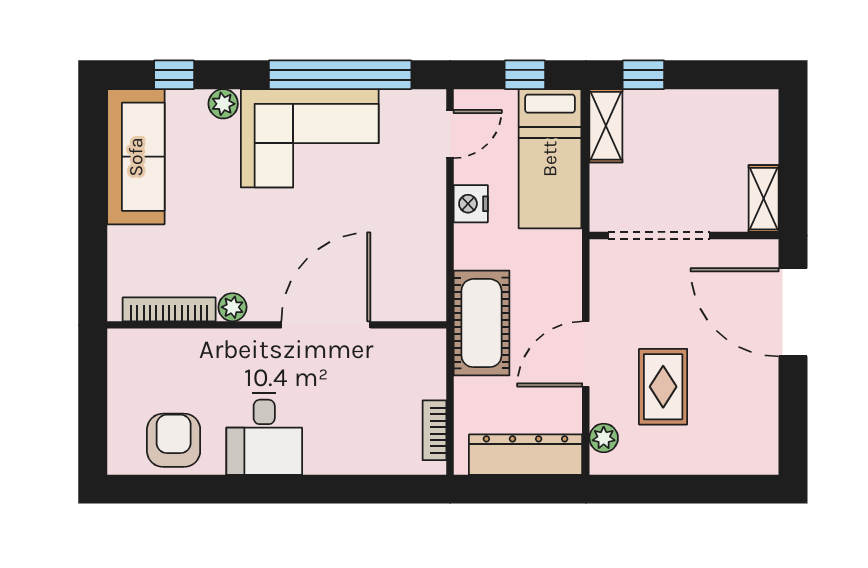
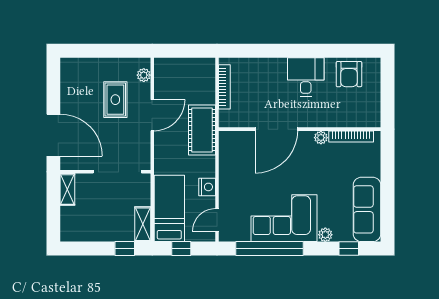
bookcase: (434, 430) -> (224, 87), width x1.56
dresser: (526, 455) -> (181, 67), removed

